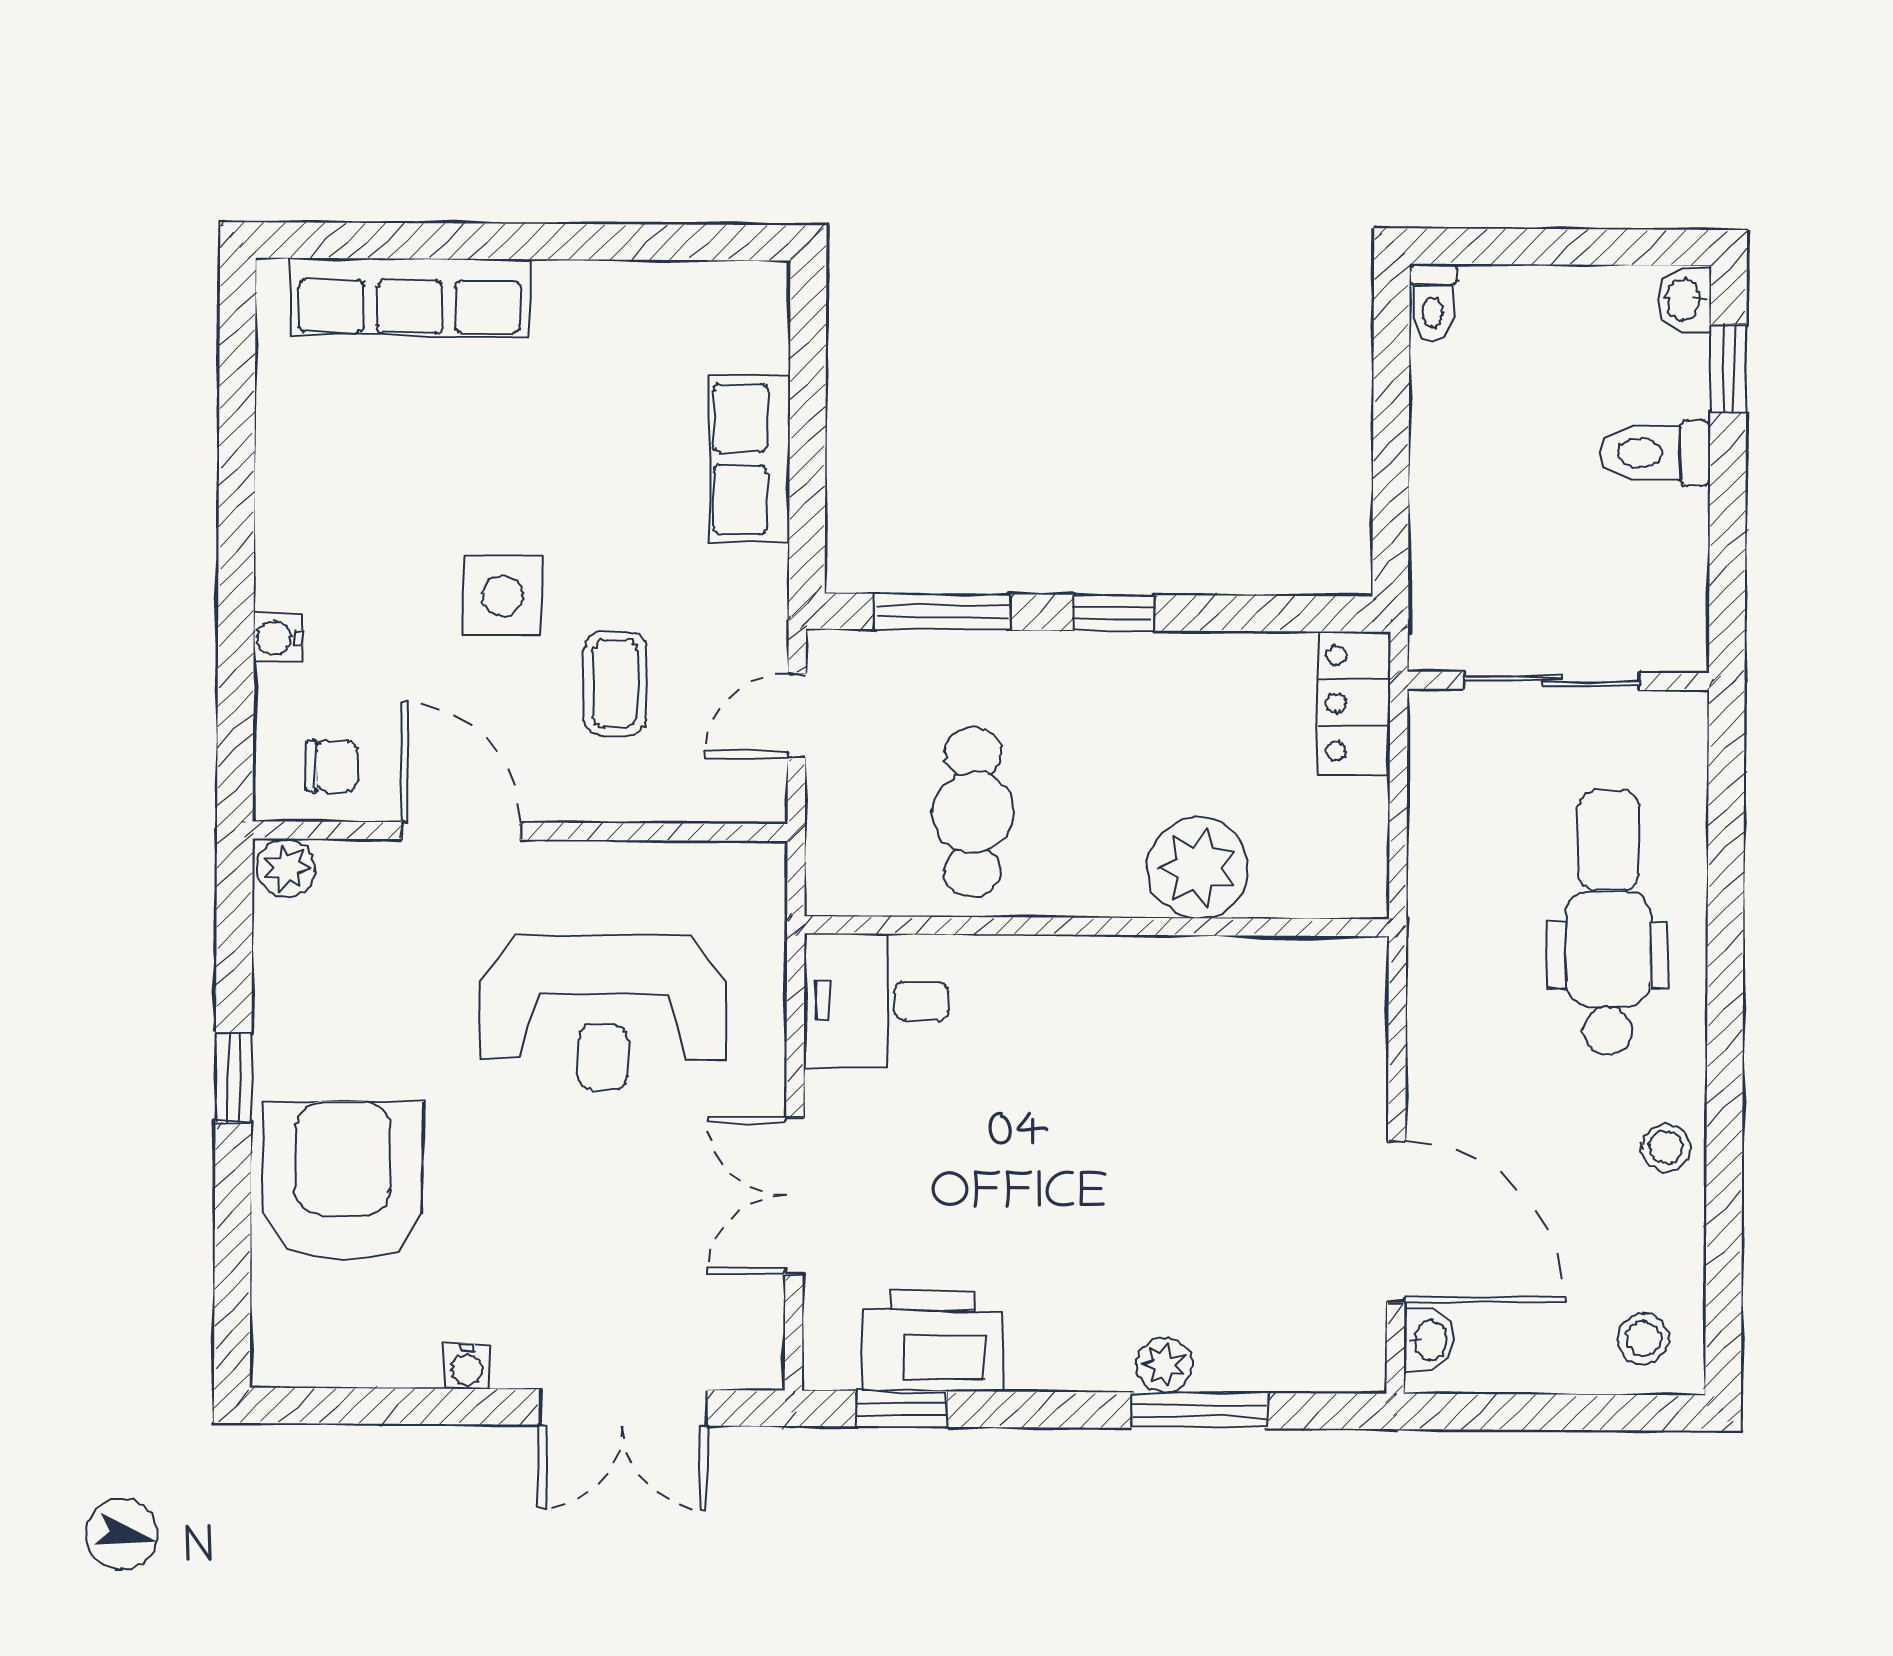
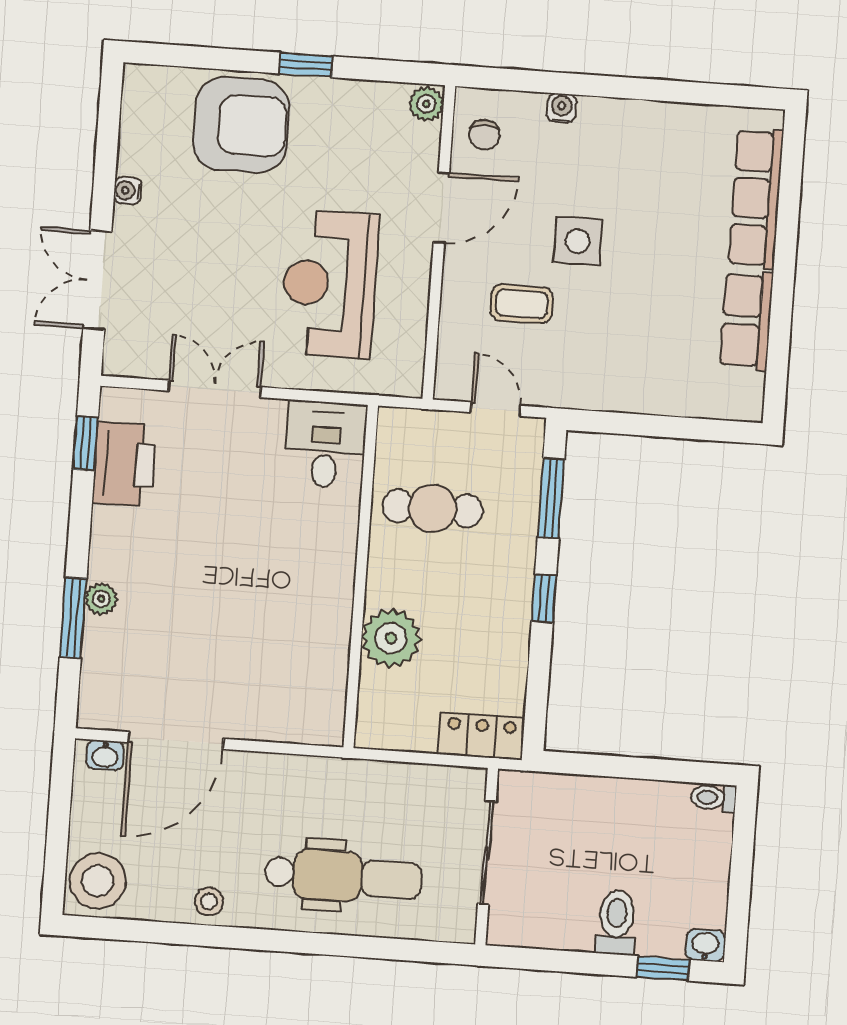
row of seats: (750, 459) -> (747, 320), moved, turned -90
stool: (1643, 1339) -> (98, 881), width x1.89, depth x1.89

